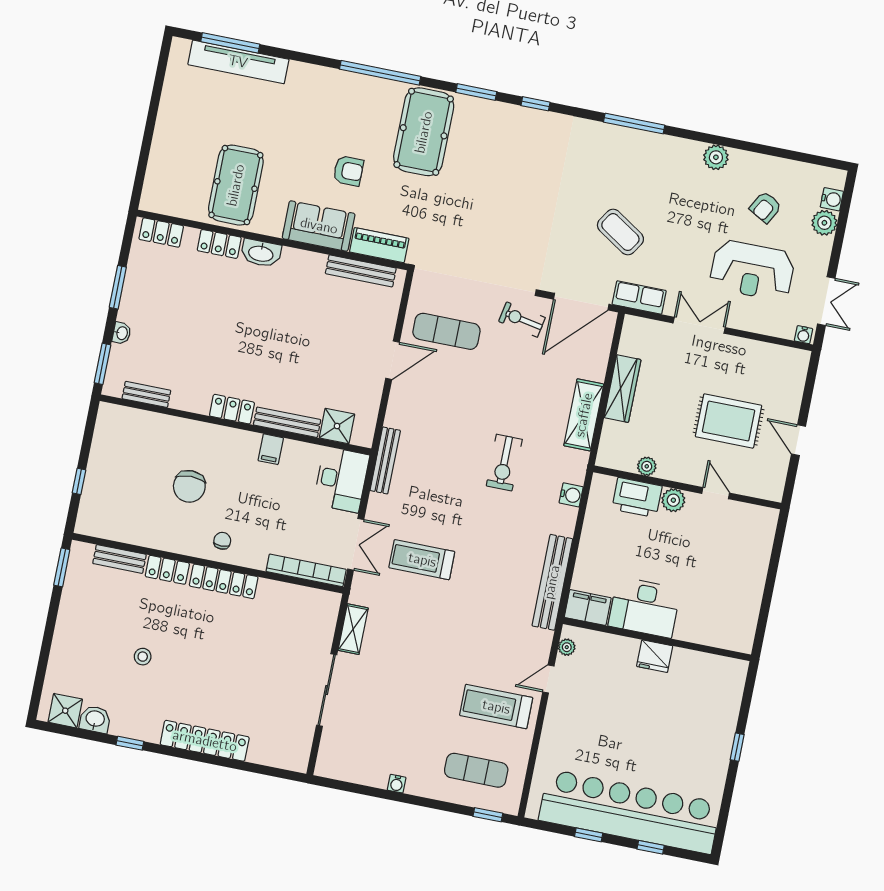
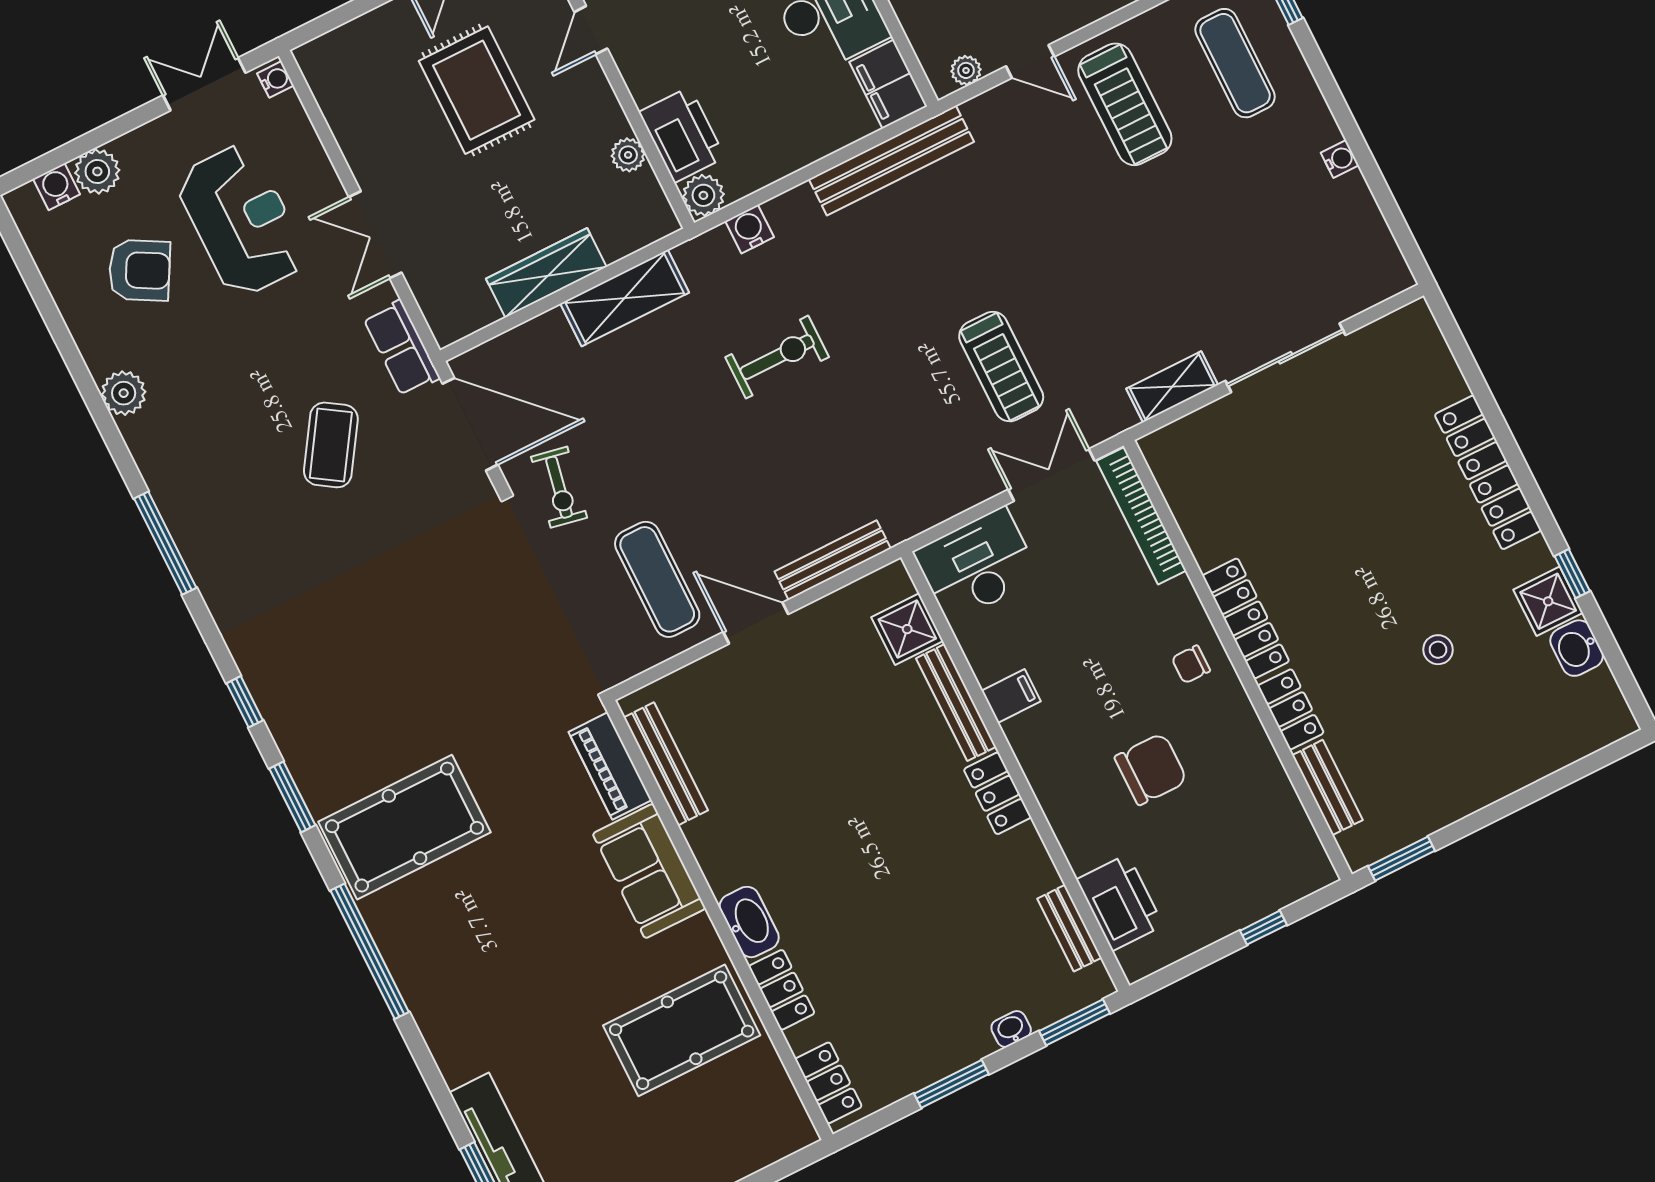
armchair: (348, 171) -> (540, 889), removed
armchair: (765, 207) -> (139, 270), width x1.38, depth x1.38
printer: (140, 426) -> (1120, 903), added
bench: (385, 460) -> (833, 560), moved
plant: (673, 500) -> (703, 195), moved
shower: (65, 711) -> (1548, 601), moved

